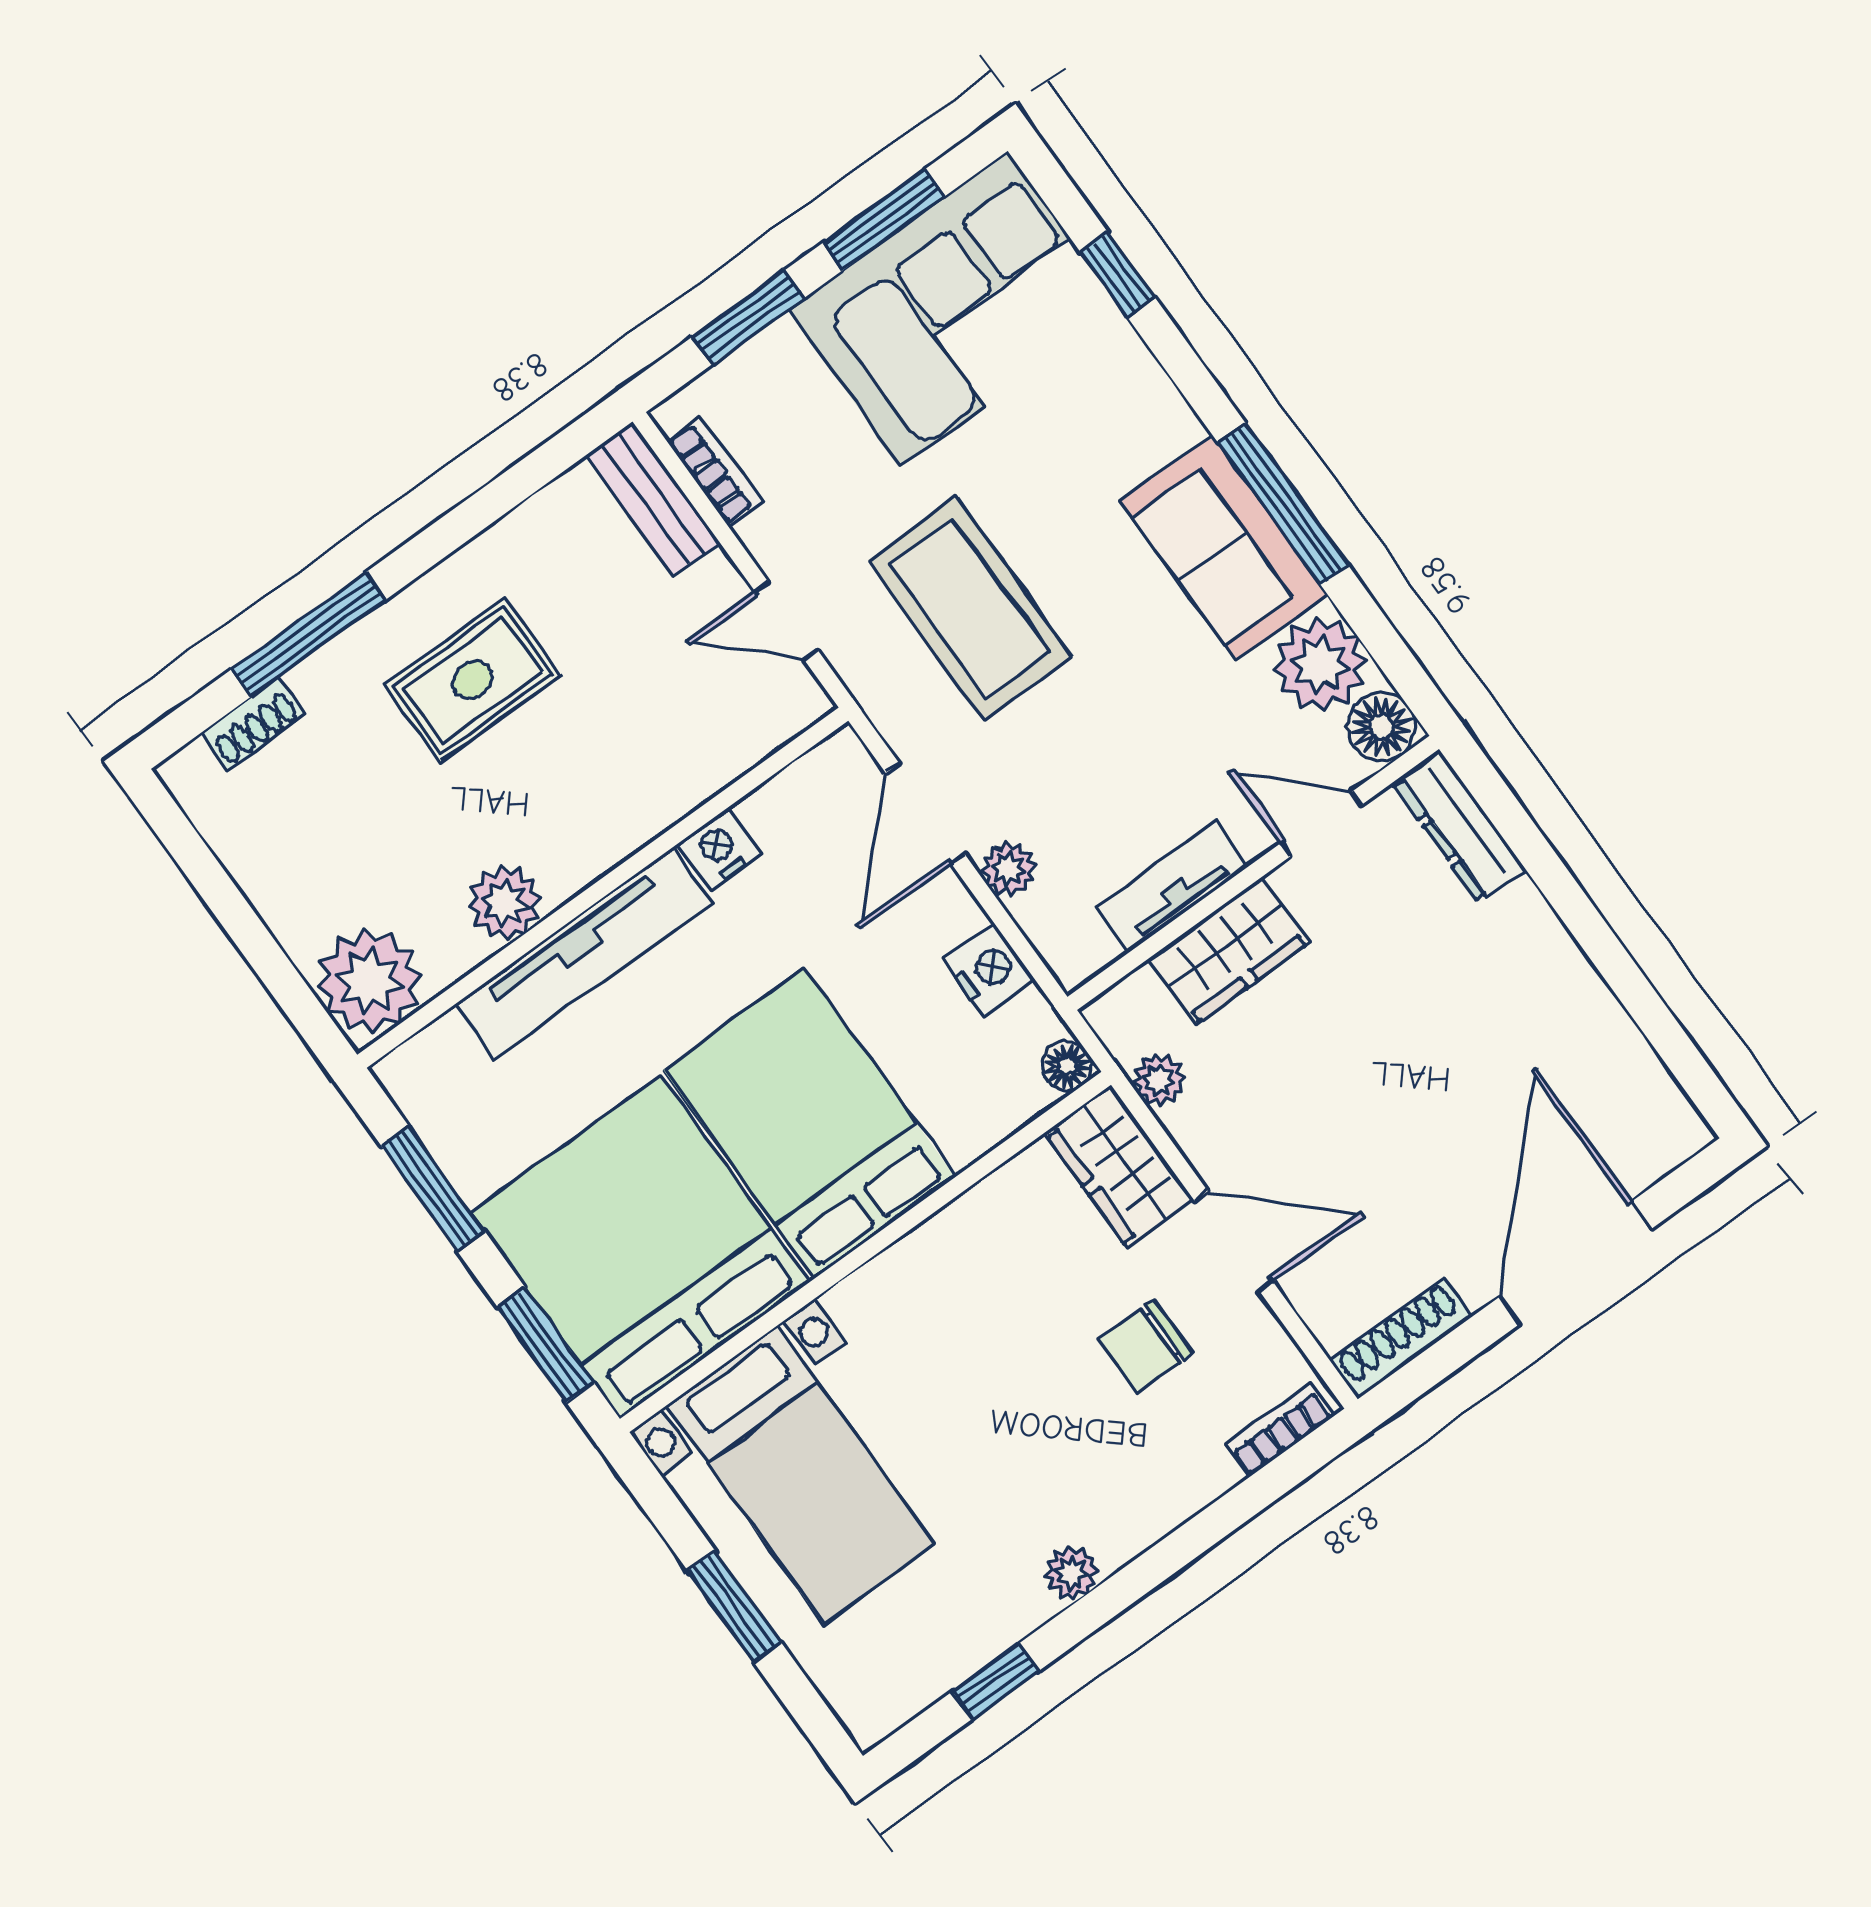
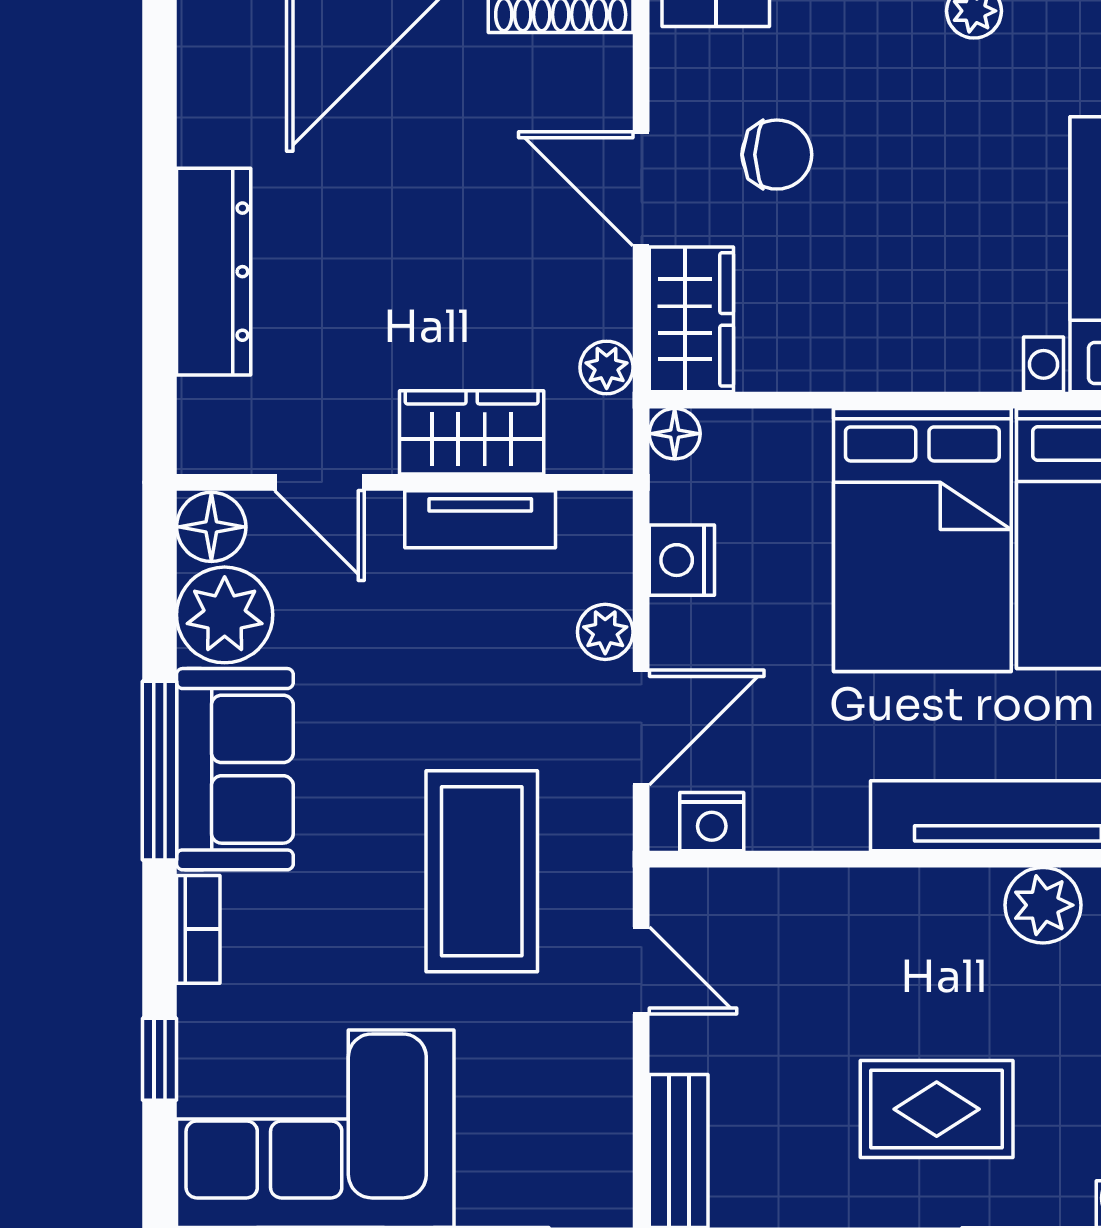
bookcase: (715, 472) -> (198, 929), moved, turned 180
dresser: (1459, 826) -> (214, 272), moved, width x1.37, depth x1.24
nightstand: (719, 849) -> (712, 822), moved

